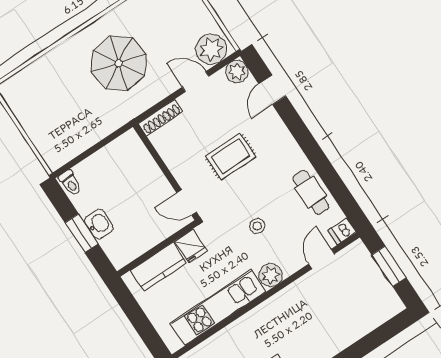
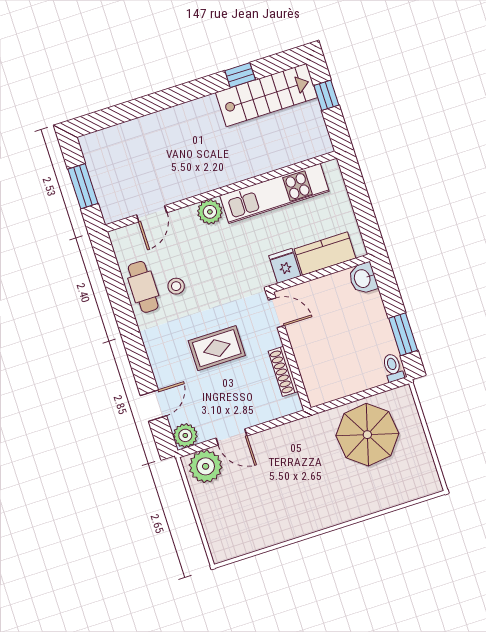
parasol: (119, 63) -> (367, 435), moved
shoe rack: (161, 118) -> (283, 371), moved, turned -90
washbasin: (99, 224) -> (363, 278), moved
stool: (257, 226) -> (176, 286), moved
dishwasher: (342, 231) -> (122, 237), removed
window: (82, 233) -> (403, 334), moved

